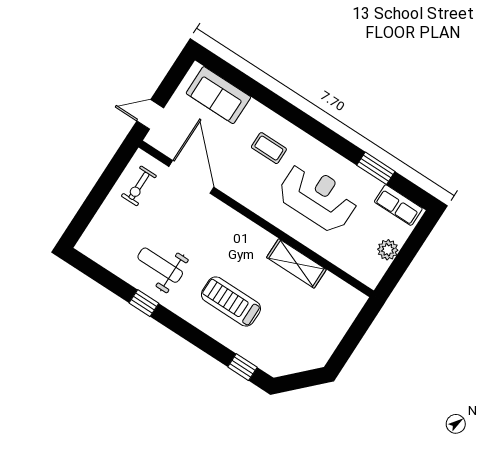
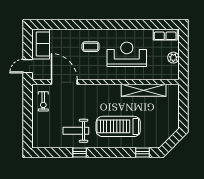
sofa: (218, 95) -> (41, 44), moved, turned -90
window: (376, 168) -> (144, 25), removed
shelving: (296, 263) -> (144, 90), width x1.47
treadmill: (231, 302) -> (118, 126), width x1.37, depth x1.38

